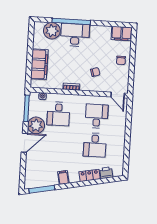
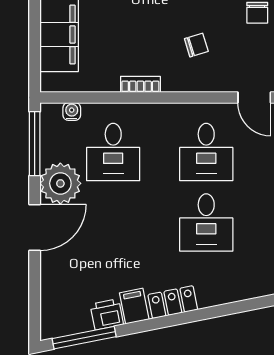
desk: (97, 116) -> (206, 152), turned 180
printer: (106, 173) -> (107, 314), moved
locker: (90, 175) -> (173, 302), moved

